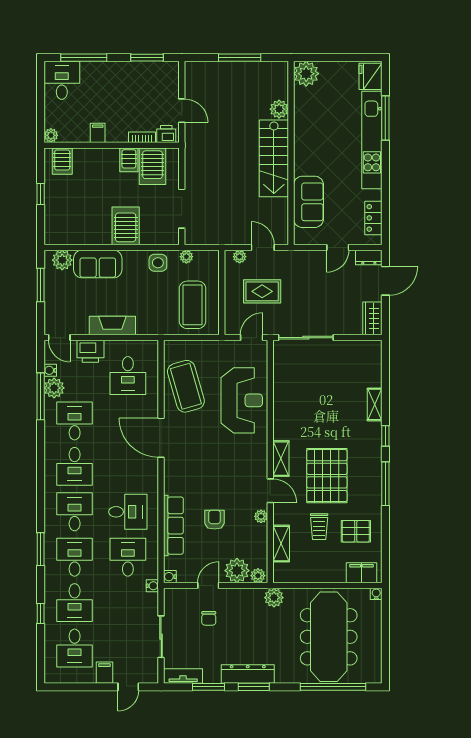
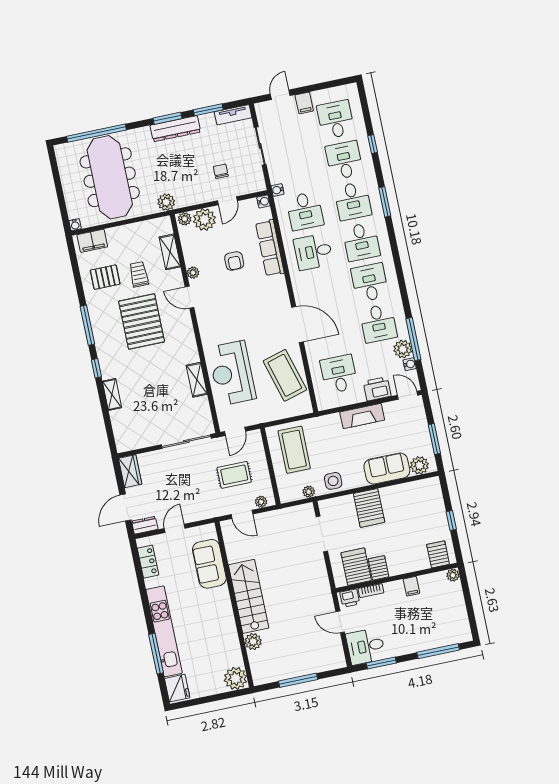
desk: (62, 80) -> (366, 646), moved, turned 90
shelving: (281, 459) -> (197, 380), moved

